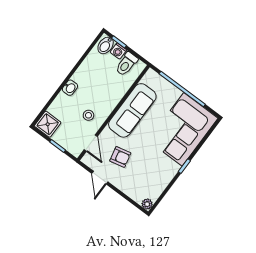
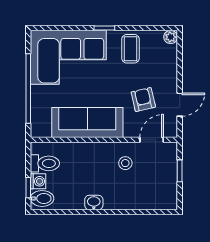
washbasin: (70, 88) -> (94, 202), moved
shower: (48, 124) -> (165, 197), removed
coffee table: (159, 173) -> (130, 49), added

